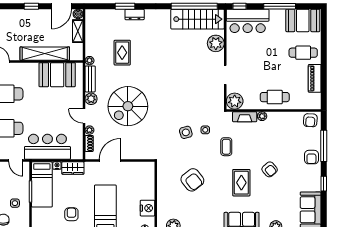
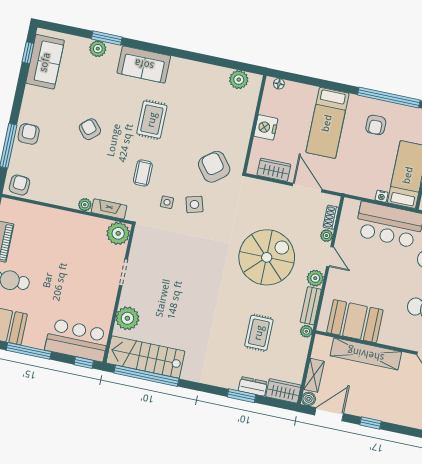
dresser: (135, 14) -> (253, 386), moved
wardrobe: (97, 16) -> (283, 391), added
cafe table: (275, 97) -> (62, 227), removed
door: (110, 161) -> (307, 188), swing flipped
wardrobe: (73, 168) -> (274, 170), moved
armchair: (192, 180) -> (214, 167), moved
rug: (241, 183) -> (152, 120), moved
window: (324, 184) -> (28, 53), moved
nightstand: (148, 208) -> (266, 127), moved

